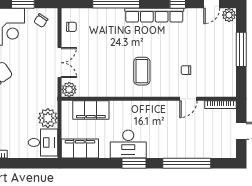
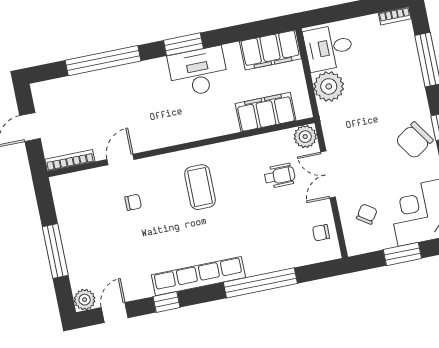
chair: (41, 21) -> (367, 214), moved
wheelchair: (90, 68) -> (280, 176), added

